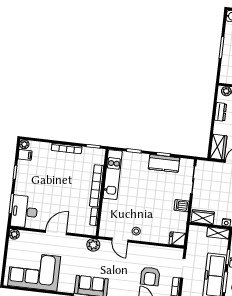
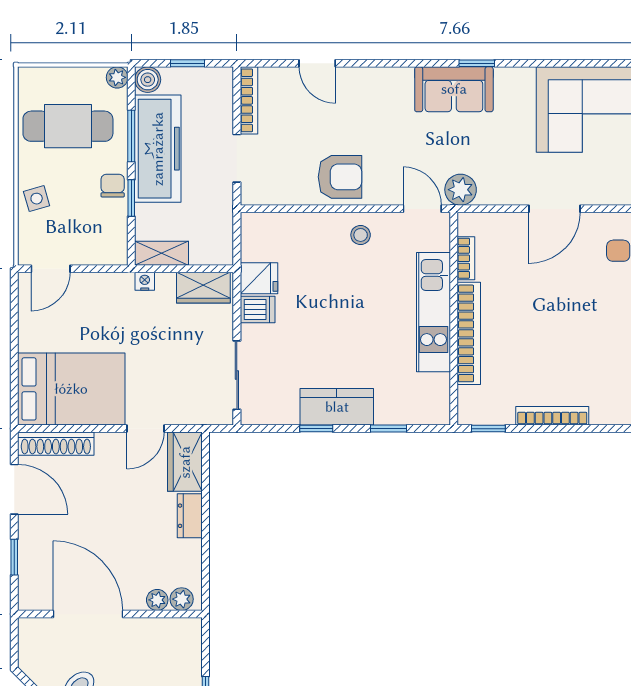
dresser: (221, 112) -> (190, 516), moved
kitchen counter: (164, 163) -> (337, 407), moved
kitchen unit: (113, 175) -> (434, 312), moved
fridge: (177, 239) -> (259, 278), moved
door: (120, 240) -> (422, 209), moved
armchair: (150, 276) -> (340, 177), moved, turned 90

